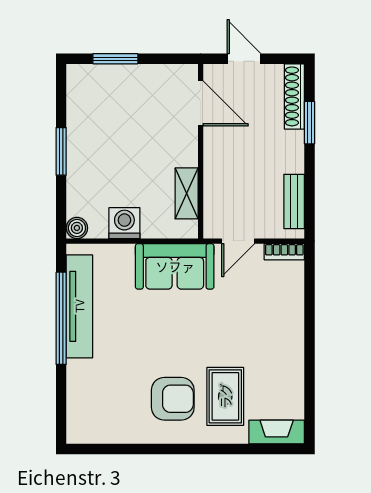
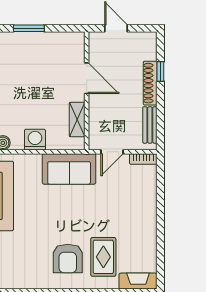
shoe rack: (294, 96) -> (150, 83), moved
door: (201, 103) -> (87, 78), moved
window: (310, 123) -> (160, 72), width x0.67
armchair: (173, 399) -> (68, 259), turned 90

